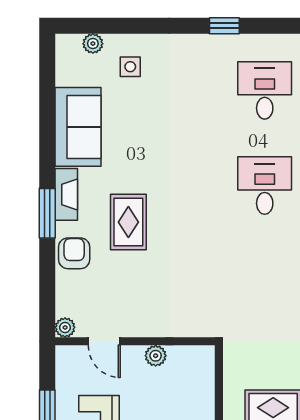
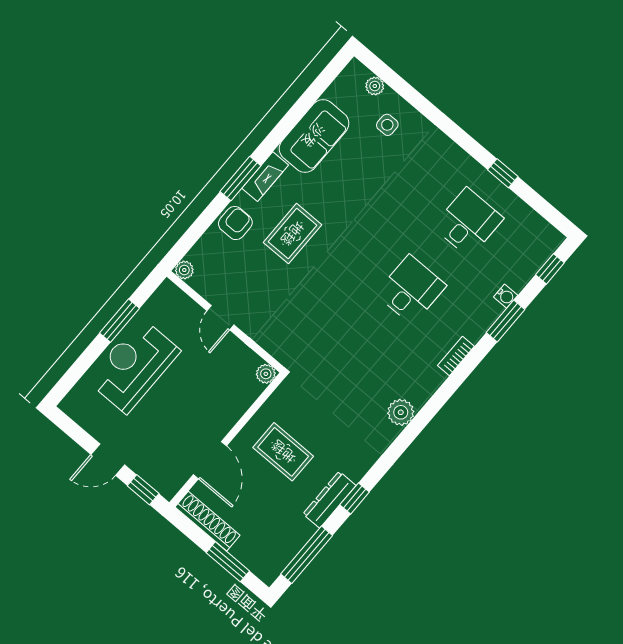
window: (224, 26) -> (503, 173), moved
door: (104, 341) -> (220, 318), moved
plant: (156, 356) -> (266, 374), moved

